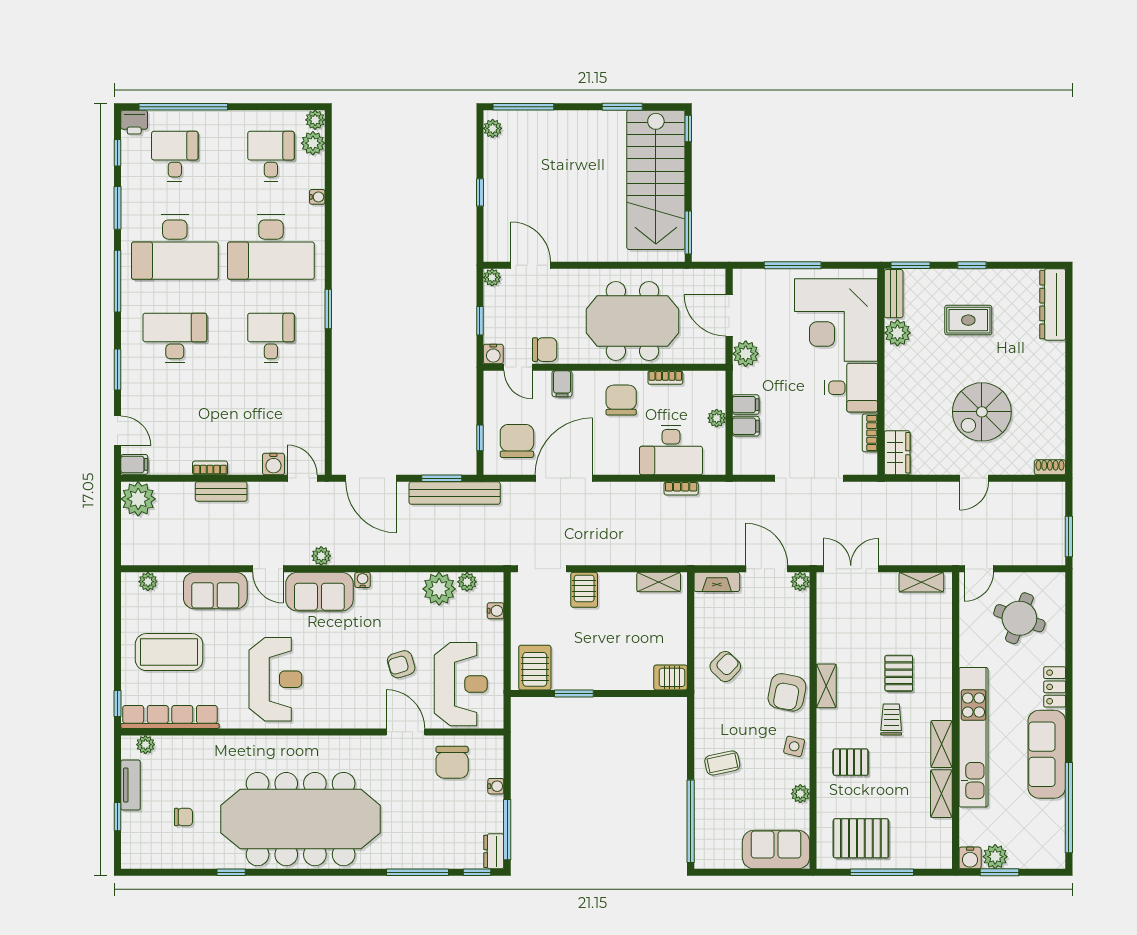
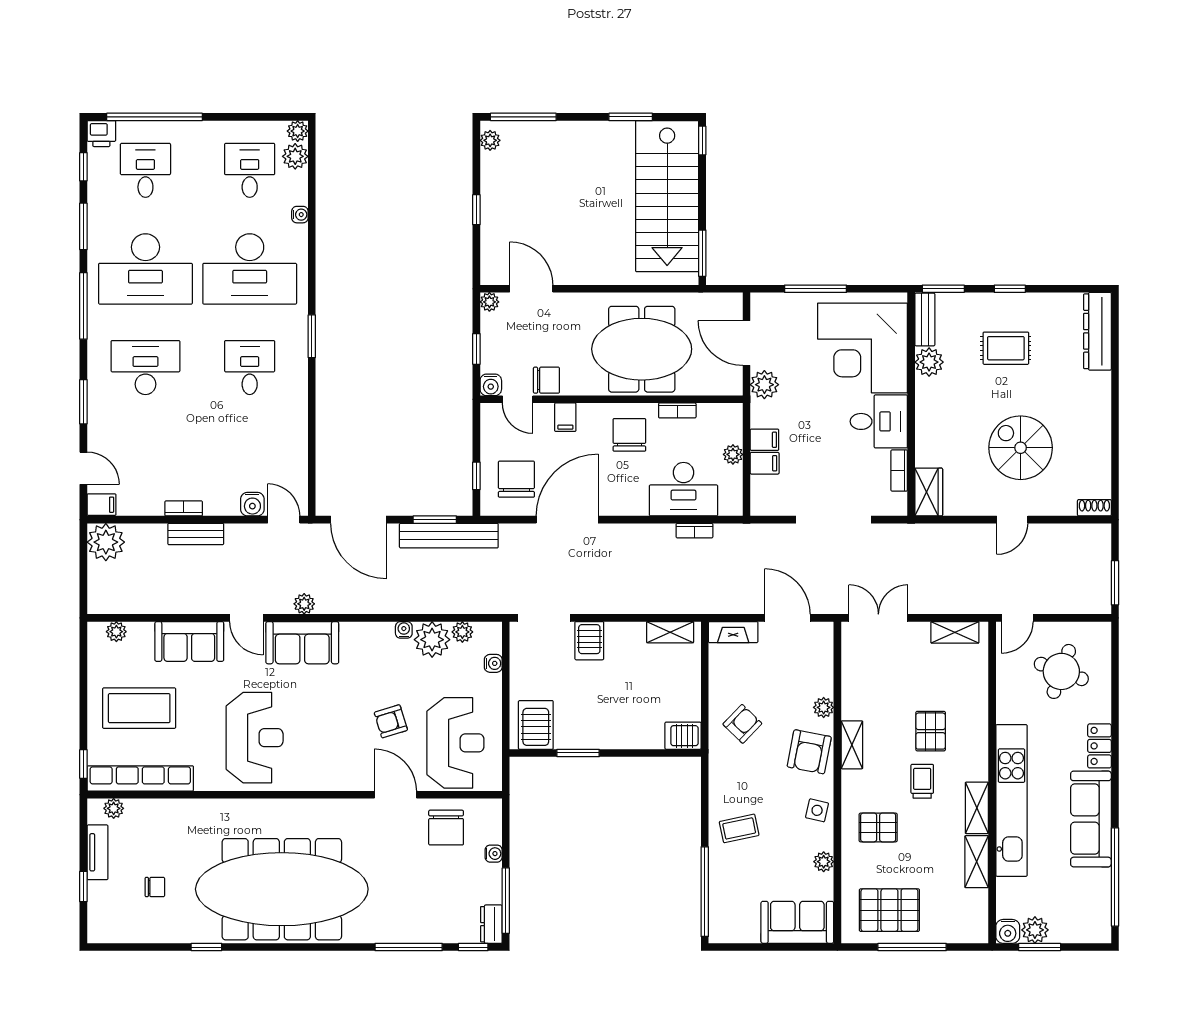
spiral stairs: (982, 412) -> (1021, 448), turned 90
water cooler: (363, 580) -> (404, 630), moved
plant: (800, 582) -> (824, 707), moved

